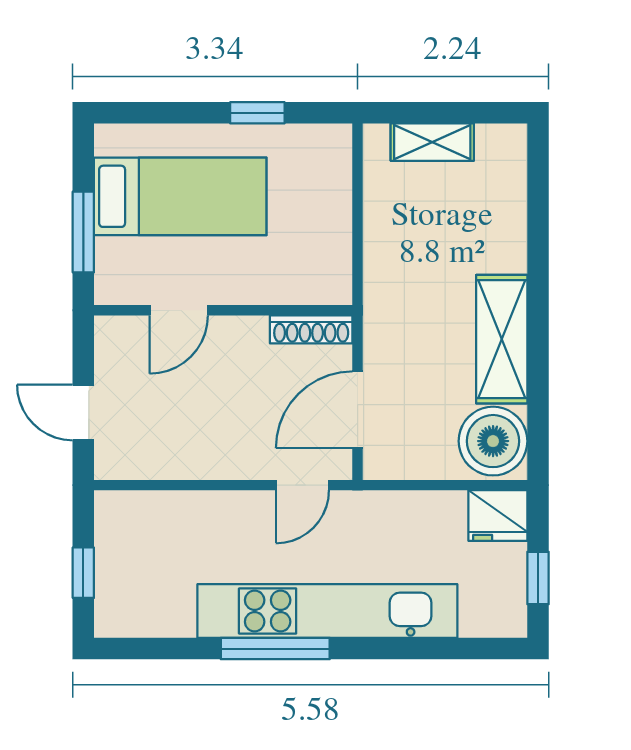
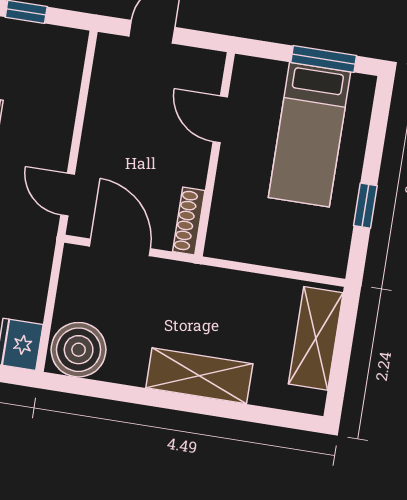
shelving: (432, 142) -> (316, 338), width x1.50, depth x1.33
window: (83, 232) -> (324, 59), moved
shelving: (502, 339) -> (199, 376), moved

